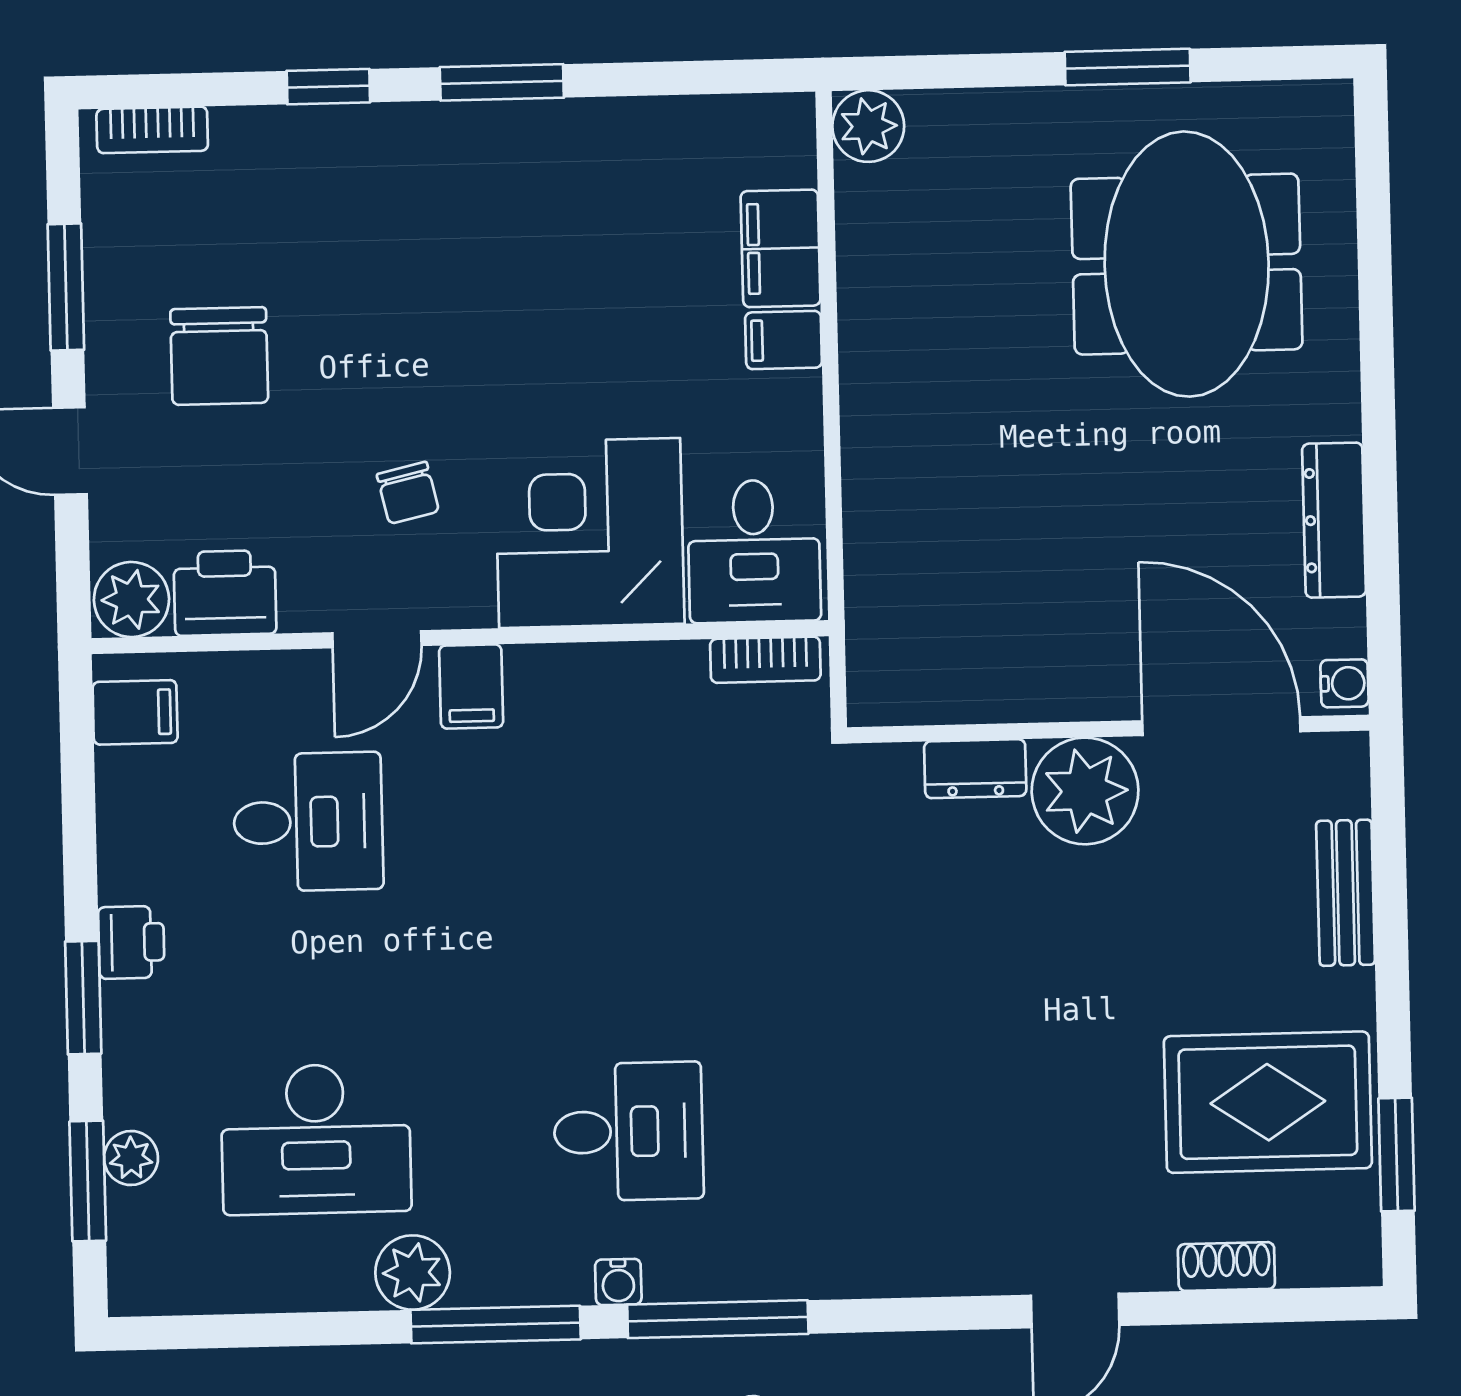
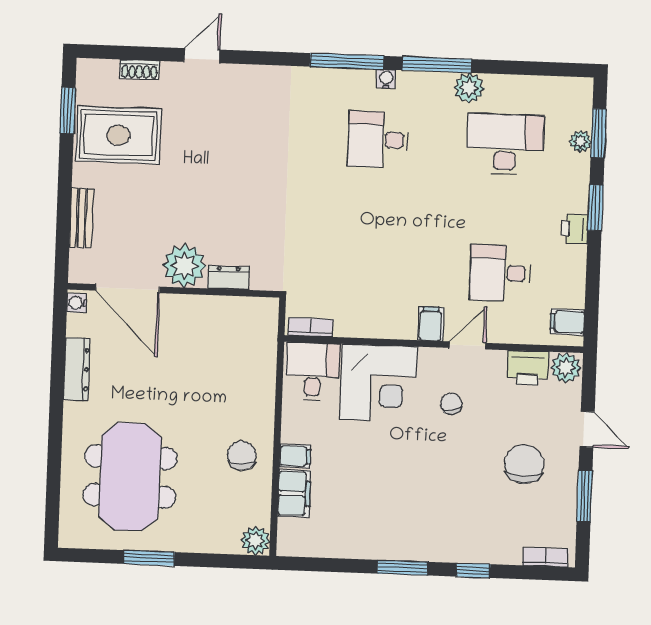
chair: (915, 334) -> (242, 455), added

